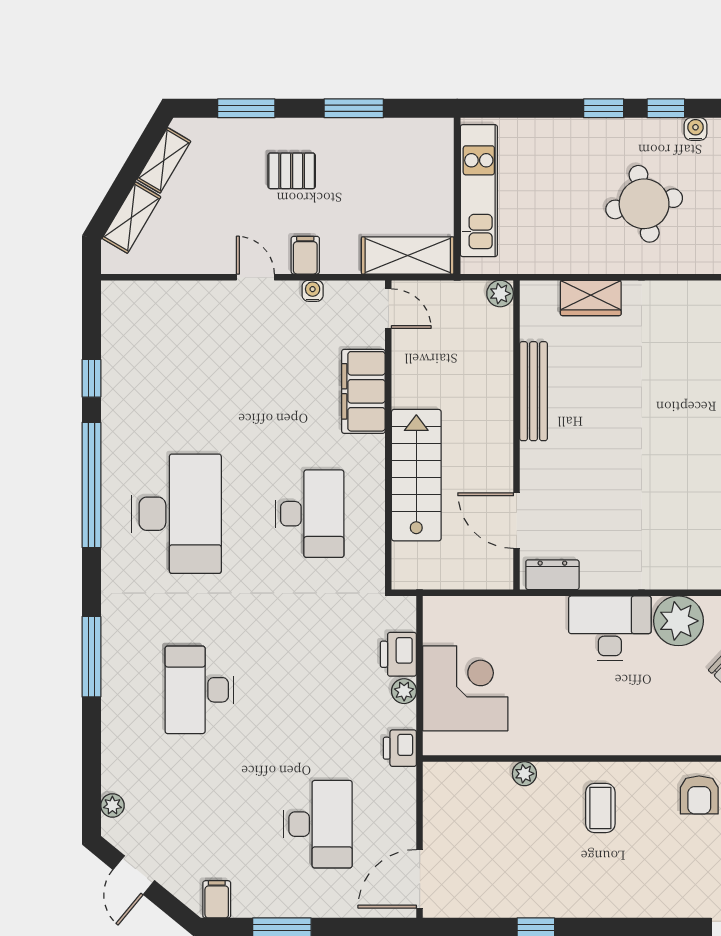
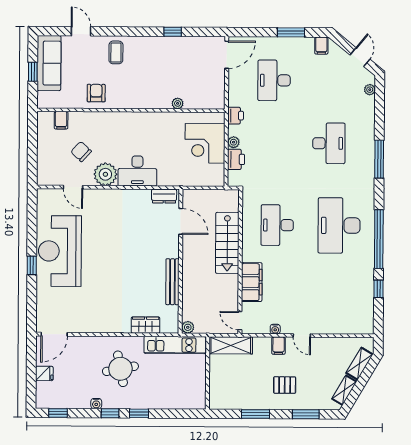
kitchen unit: (479, 191) -> (175, 345), moved, turned -90
coffee table: (600, 808) -> (116, 52), moved

